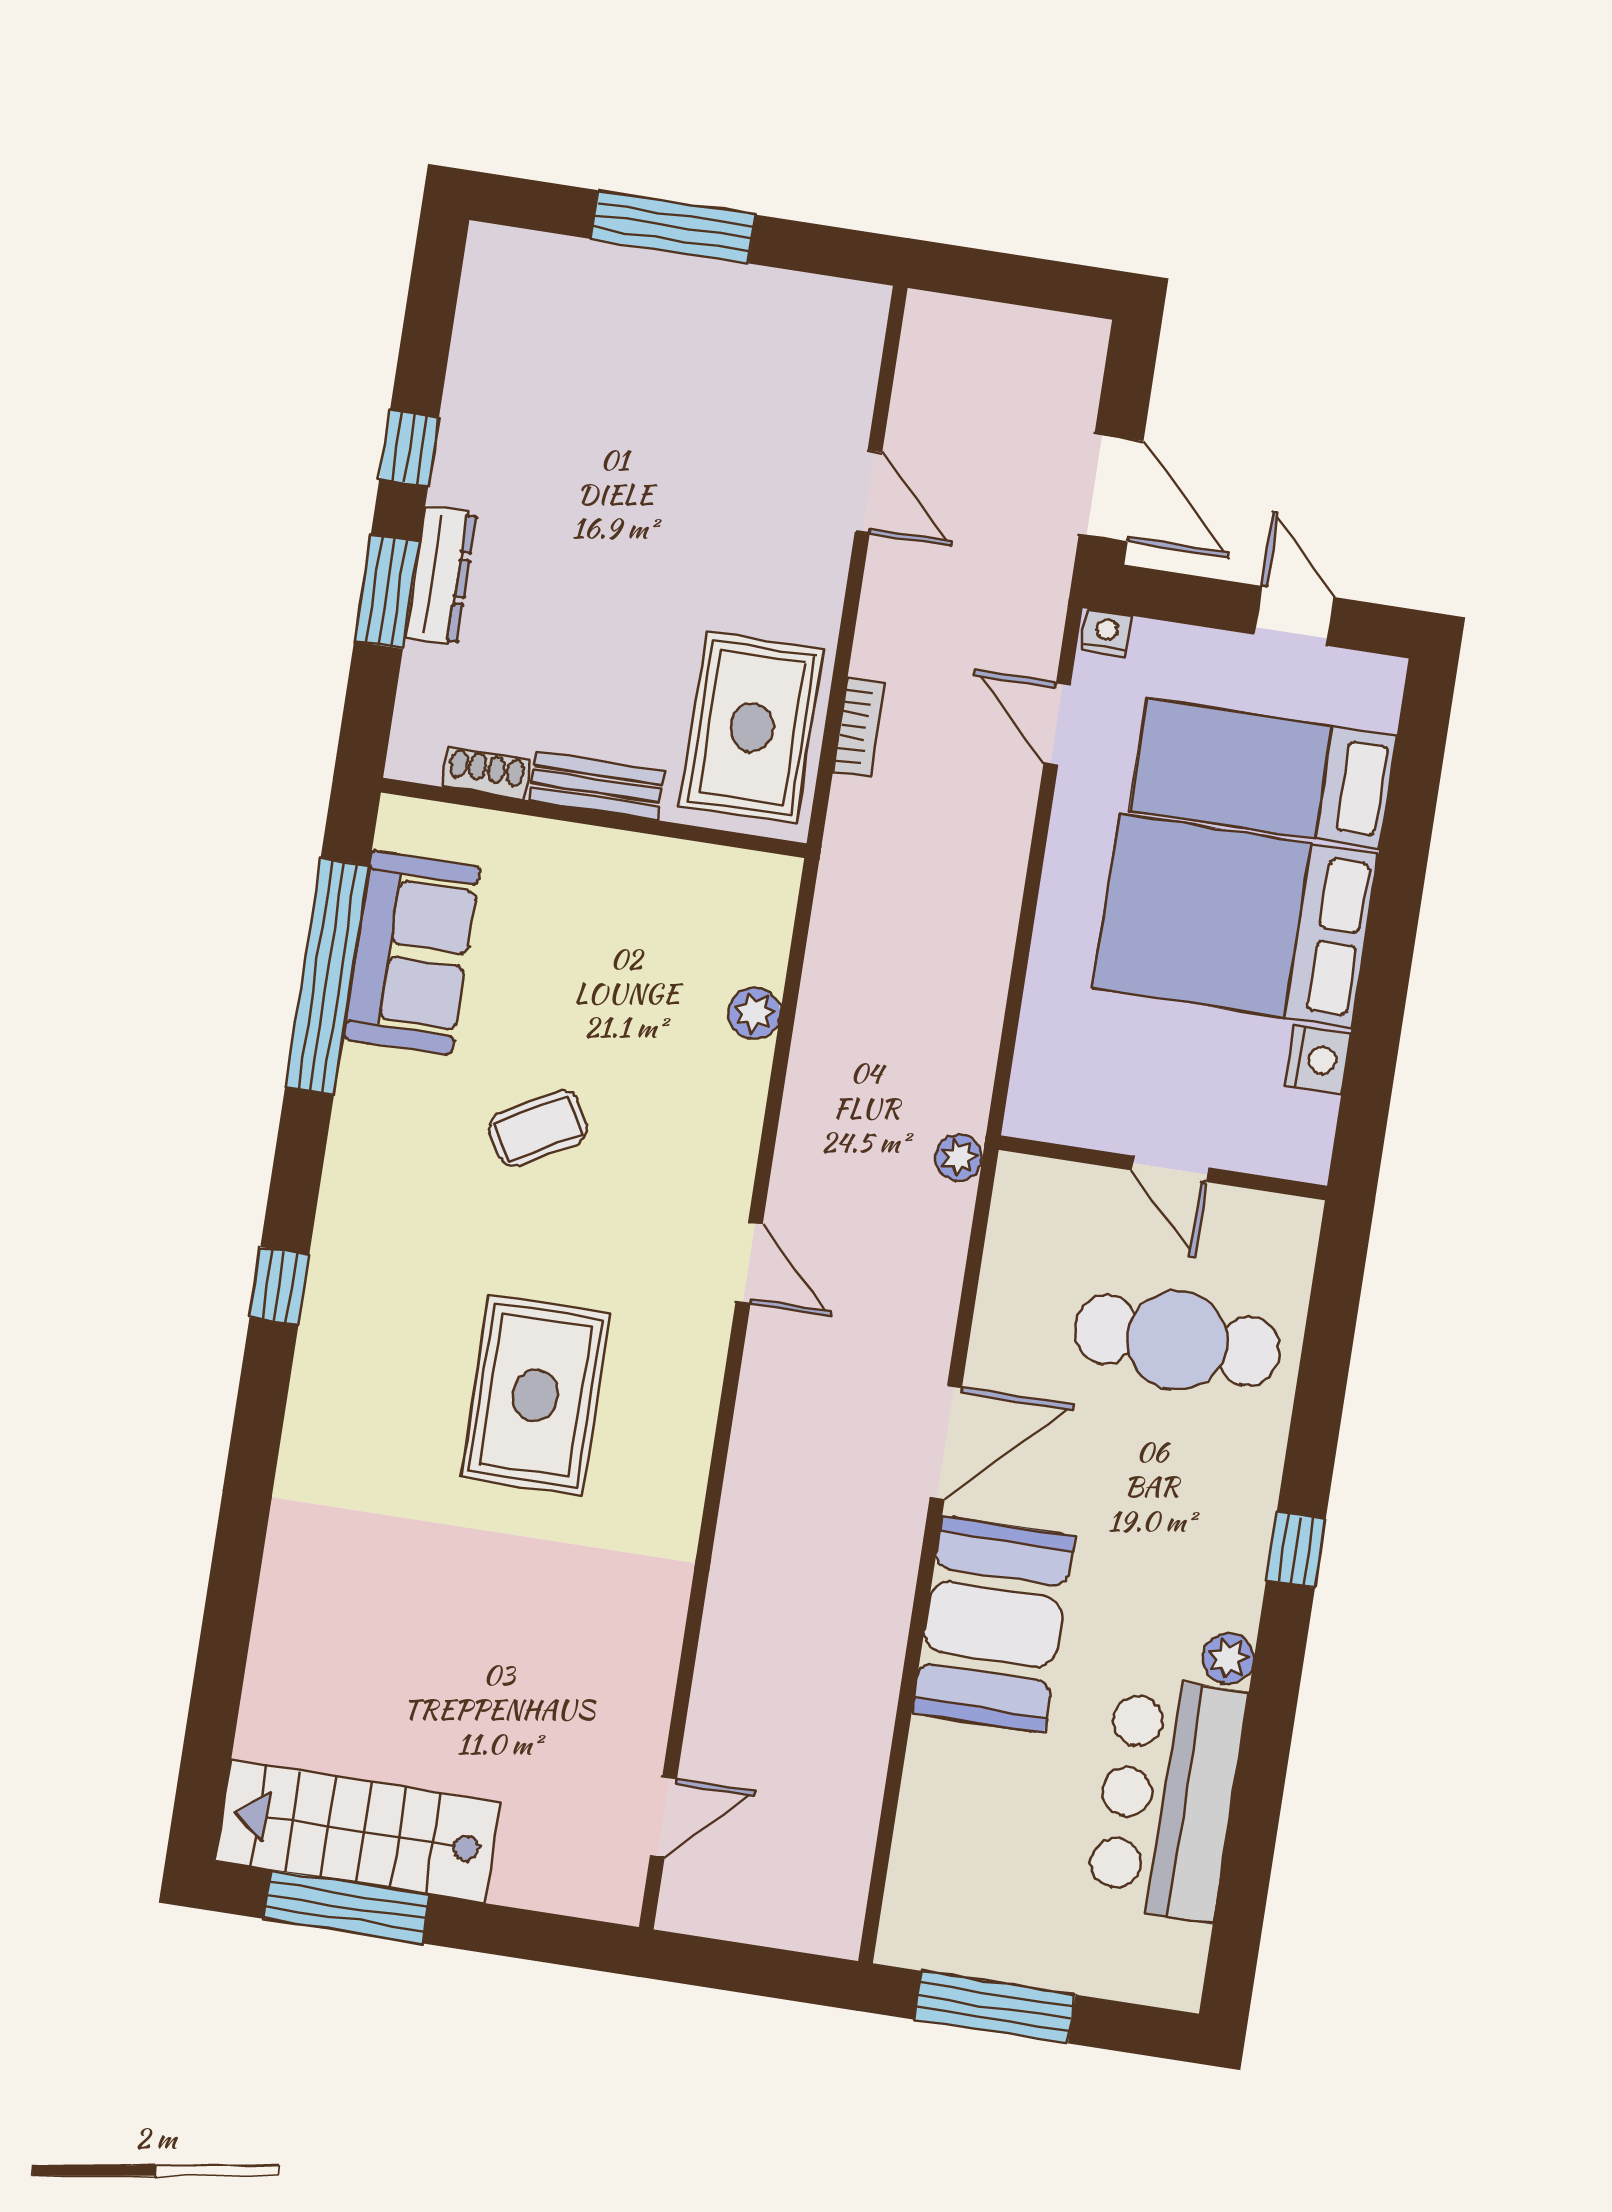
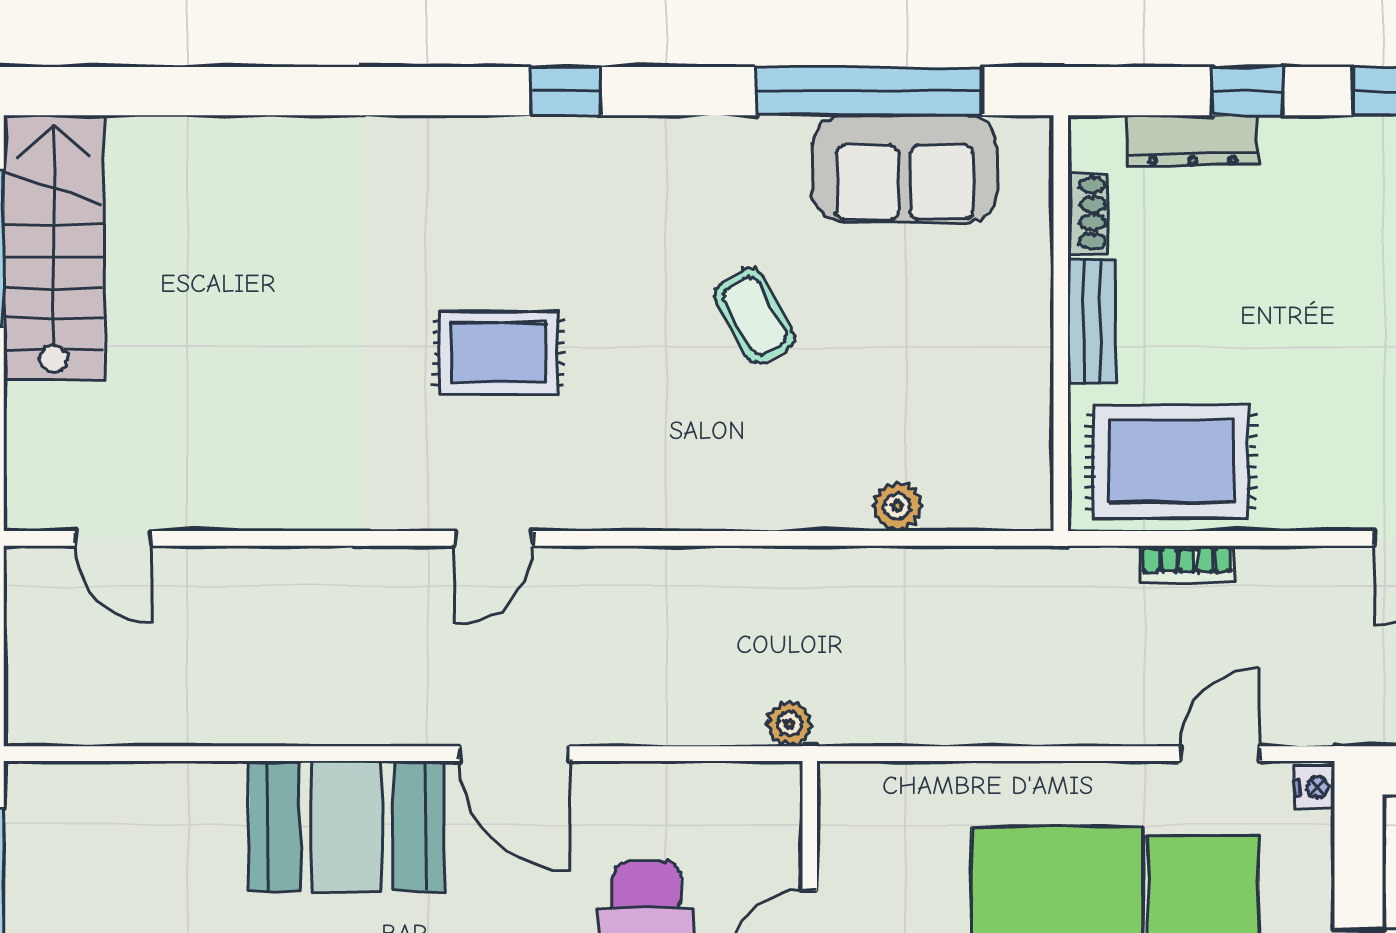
dresser: (441, 575) -> (1193, 141), moved
window: (387, 592) -> (1247, 91), width x0.67
door: (749, 1263) -> (494, 538), moved
rug: (536, 1395) -> (498, 353), width x0.73, depth x0.70

